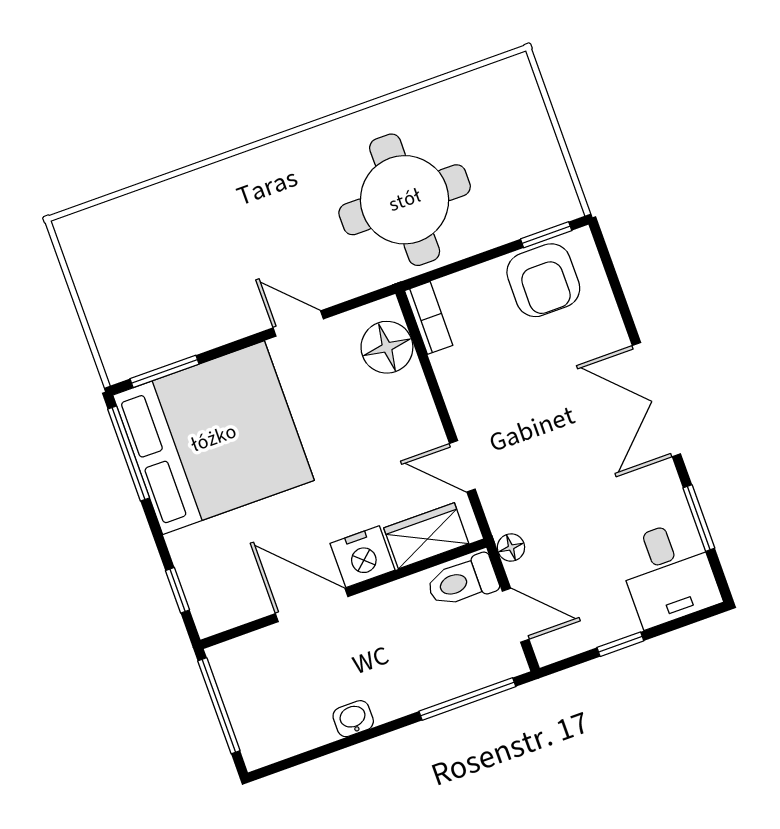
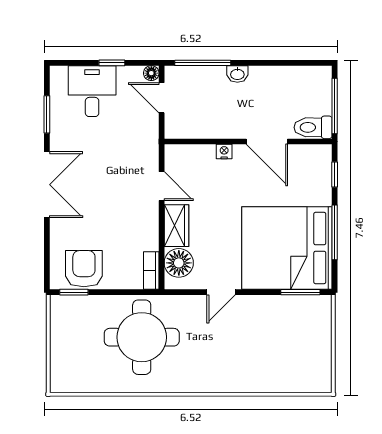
door: (298, 323) -> (221, 292), hinge flipped
window: (129, 453) -> (335, 232), moved
wardrobe: (426, 536) -> (176, 226), moved, turned -90
floor lamp: (511, 548) -> (151, 73), moved
nightstand: (363, 557) -> (224, 152), width x0.53, depth x0.56
desk: (668, 573) -> (92, 91), moved
toilet: (462, 581) -> (313, 127), moved, turned 180
washbasin: (353, 719) -> (237, 74), moved

